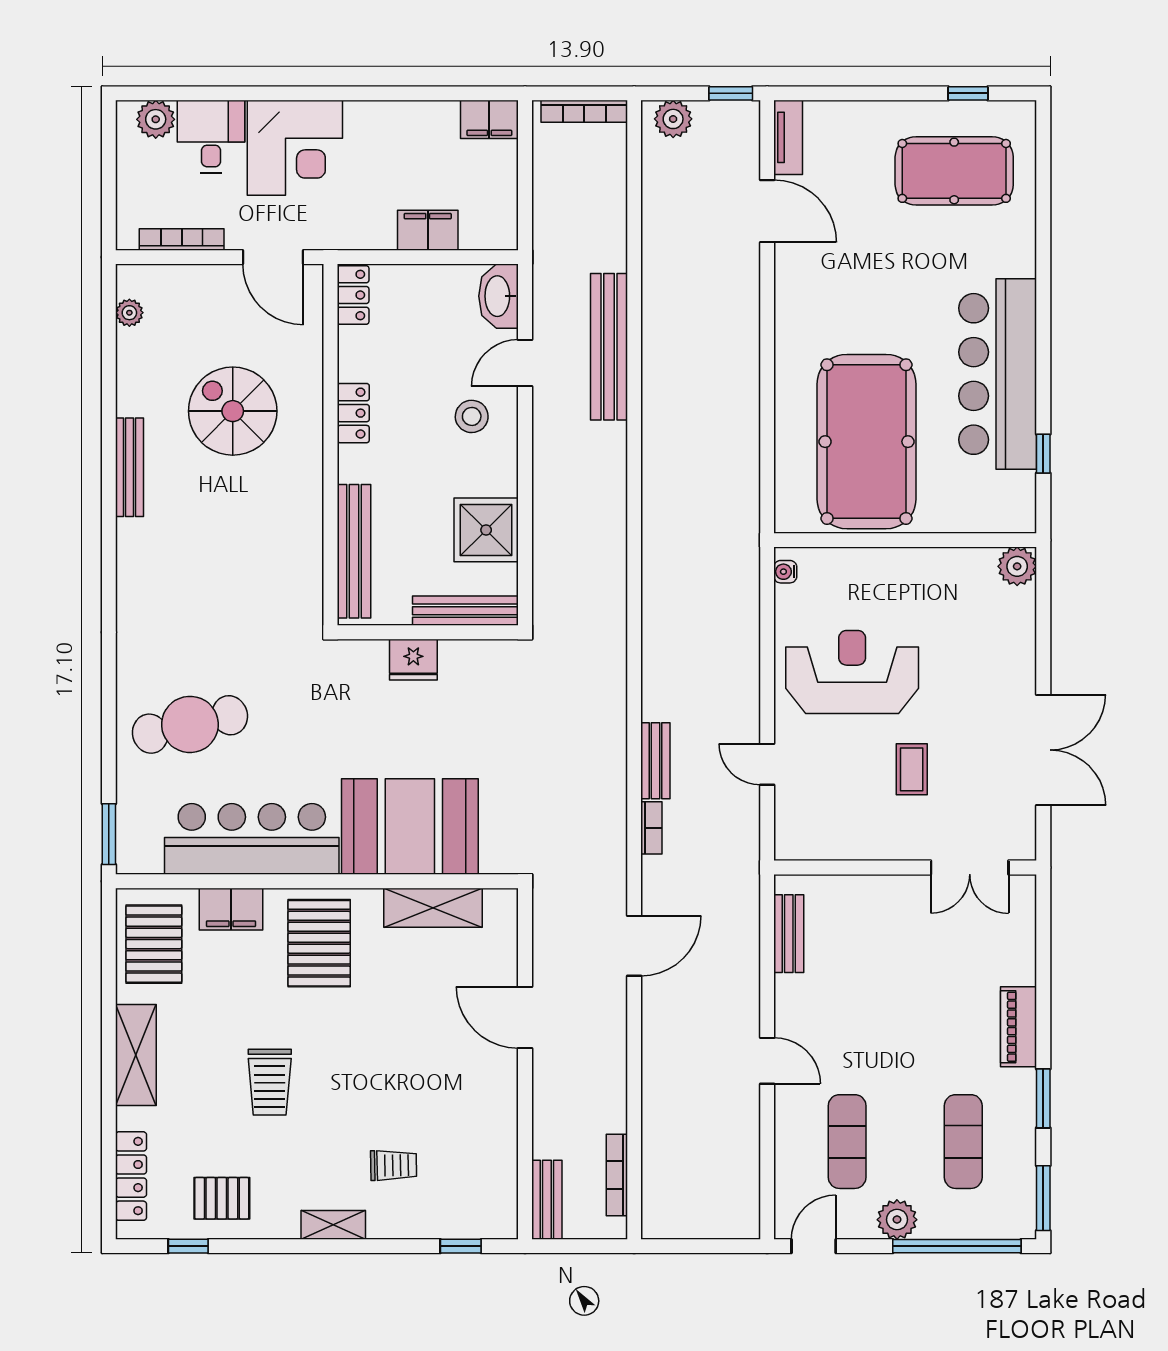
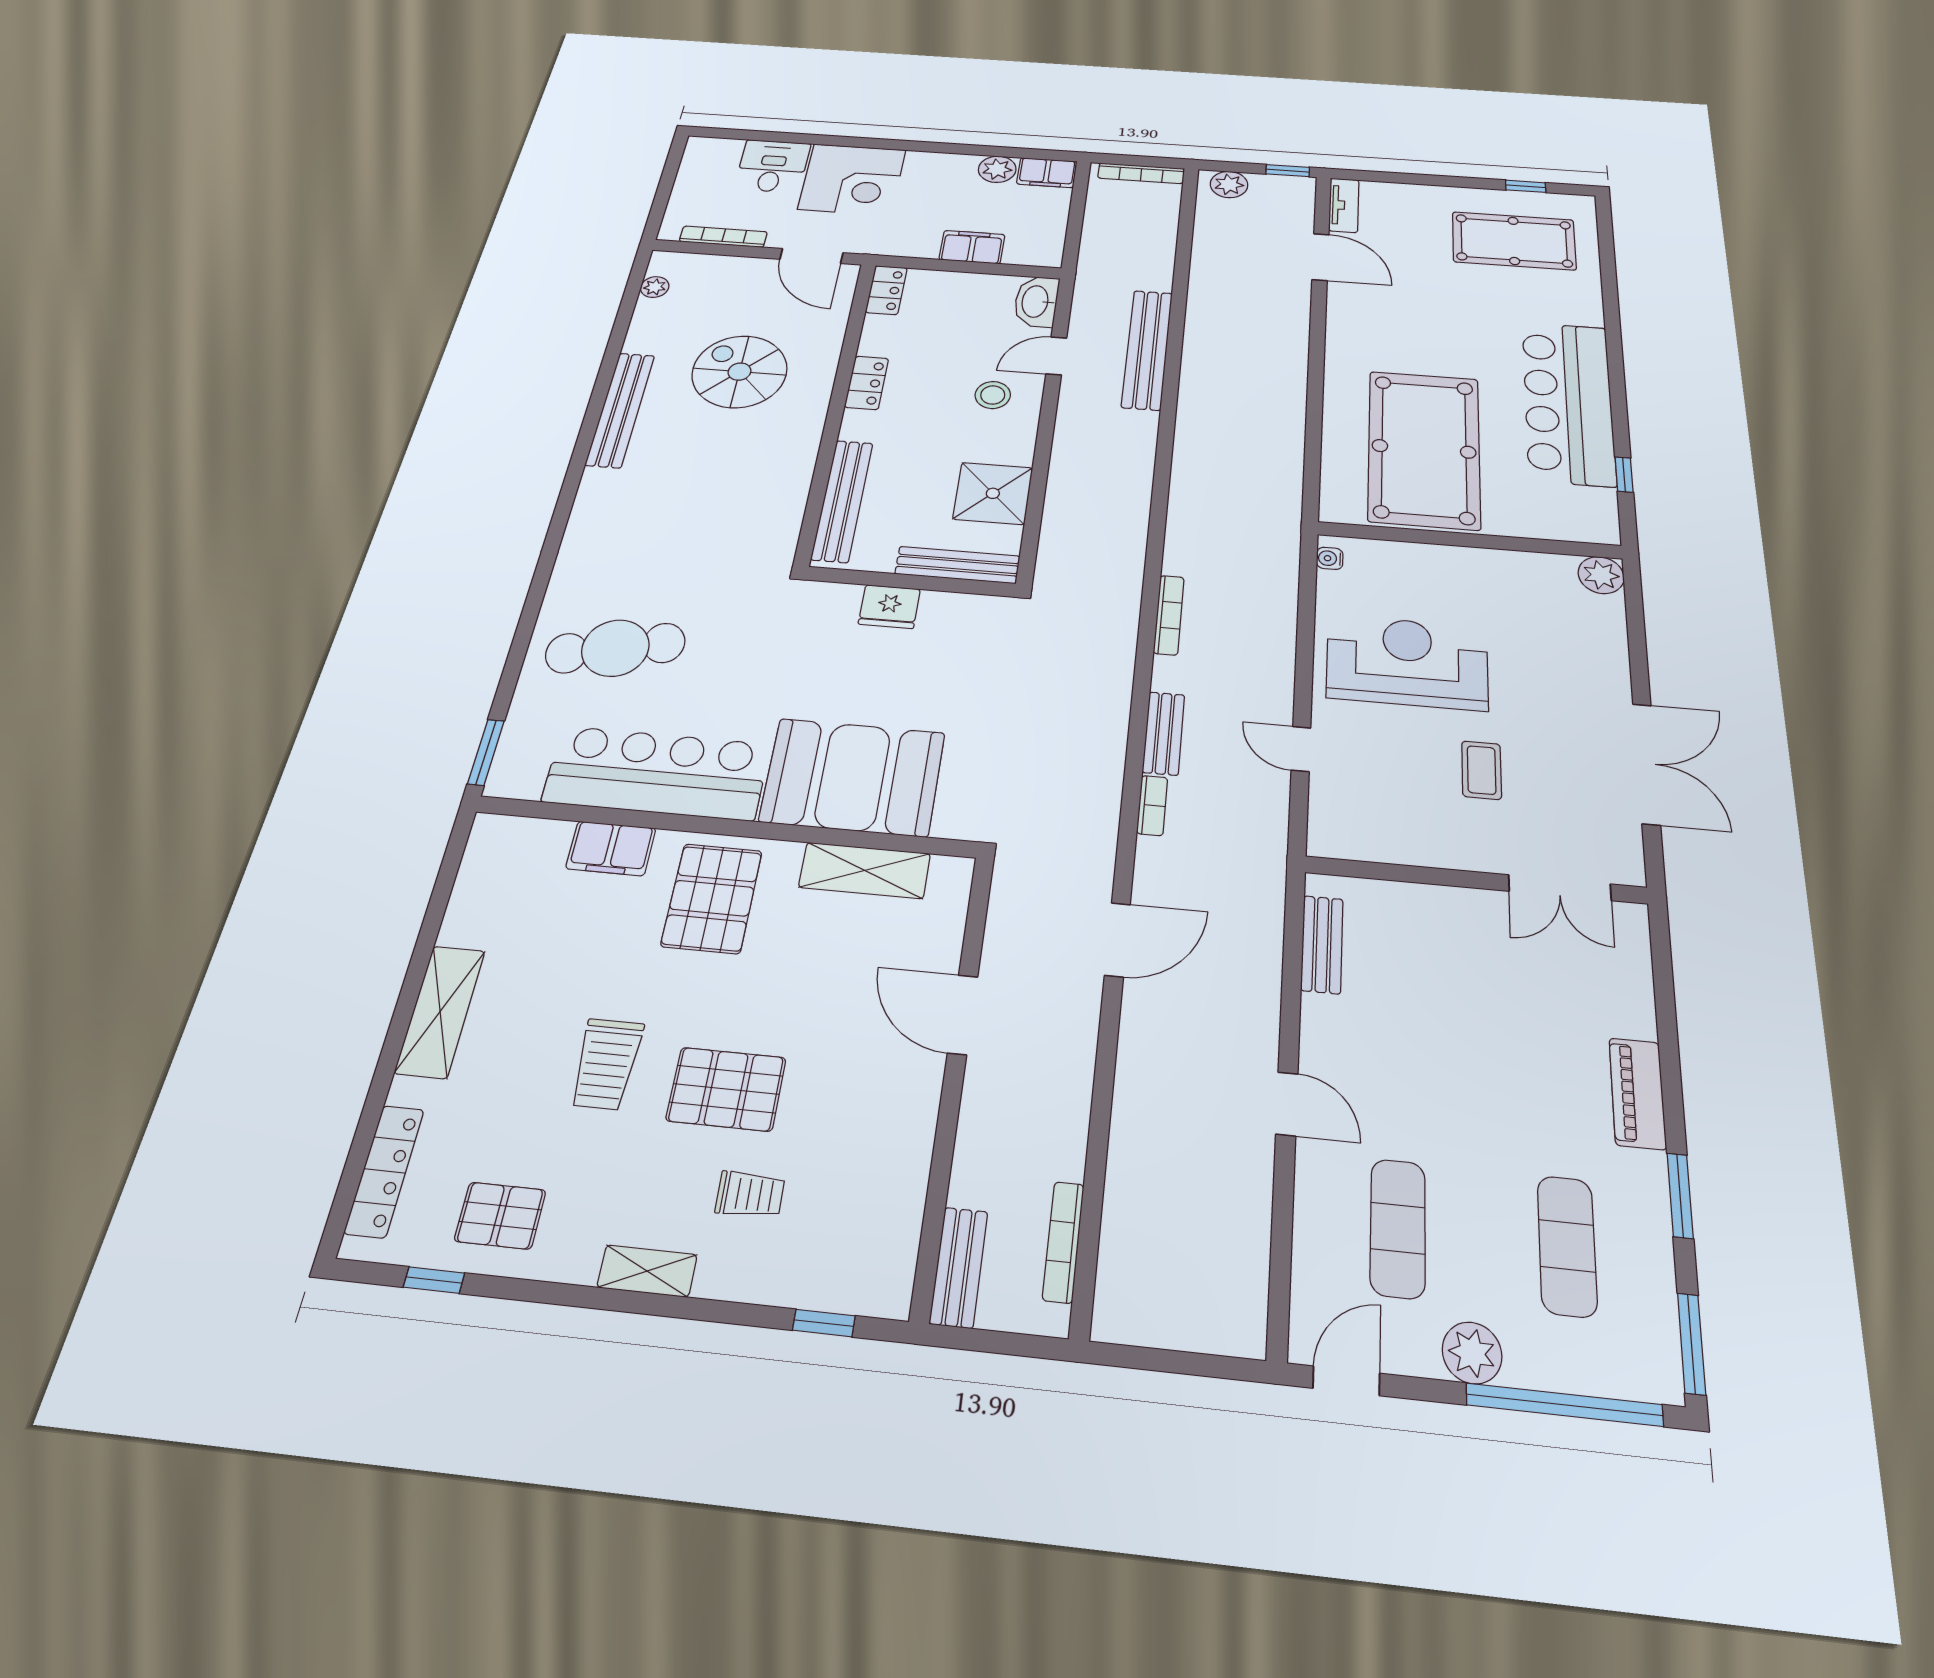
plant: (156, 119) -> (997, 169), moved
bench: (130, 467) -> (620, 410), width x1.37, depth x1.21
bookcase: (651, 644) -> (1169, 615), added
pallet: (154, 944) -> (726, 1089), moved, turned 90

